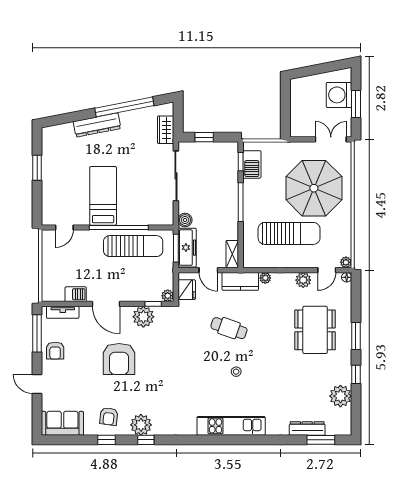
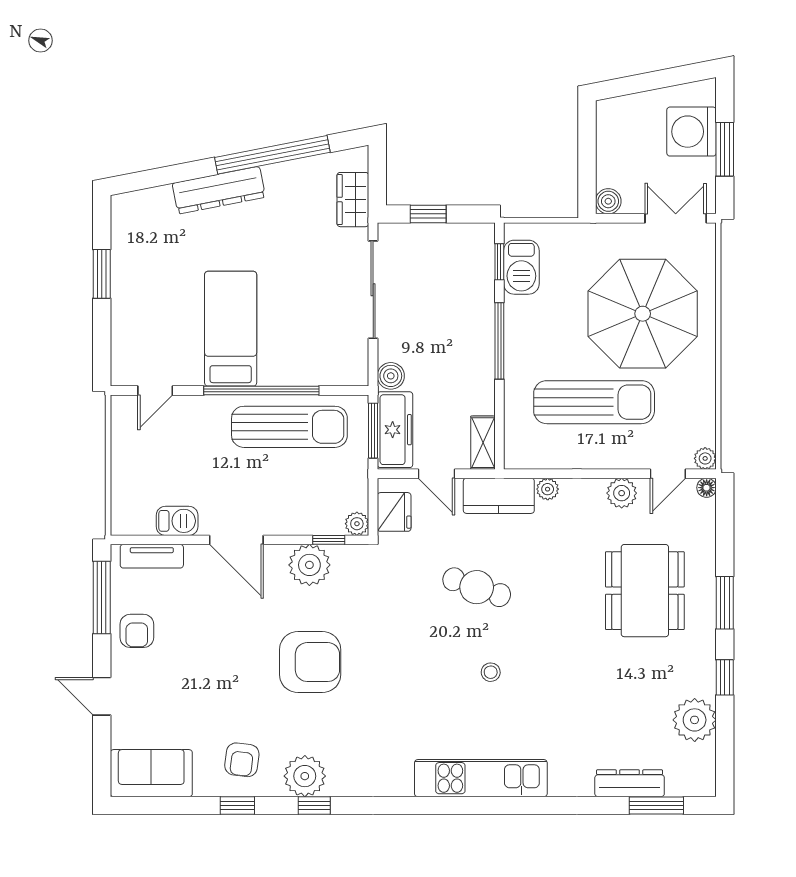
boiler: (296, 131) -> (608, 201), added
armchair: (119, 359) -> (310, 662), moved, turned -90

